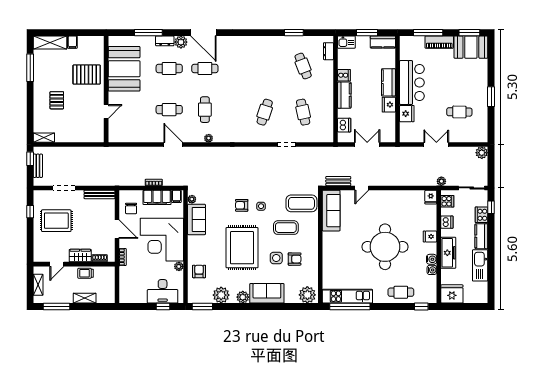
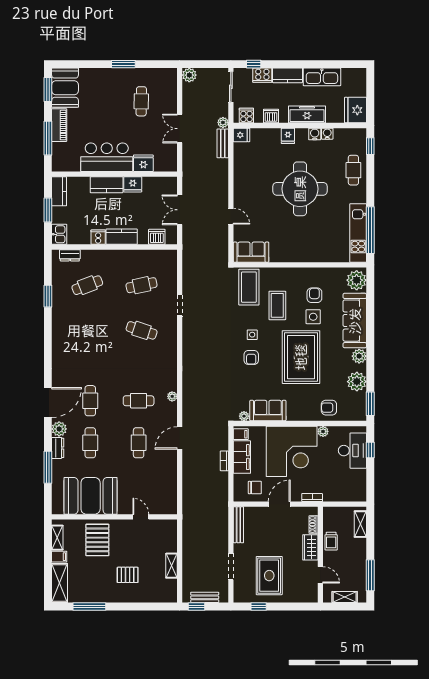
shelving: (89, 41) -> (57, 538), added
shelving: (44, 138) -> (171, 566), moved
bench: (338, 181) -> (223, 143), moved
sofa: (331, 211) -> (251, 252), width x0.73
rug: (242, 248) -> (301, 357), turned 90
sofa: (267, 293) -> (355, 321), width x1.36
shelving: (85, 298) -> (360, 524), moved

